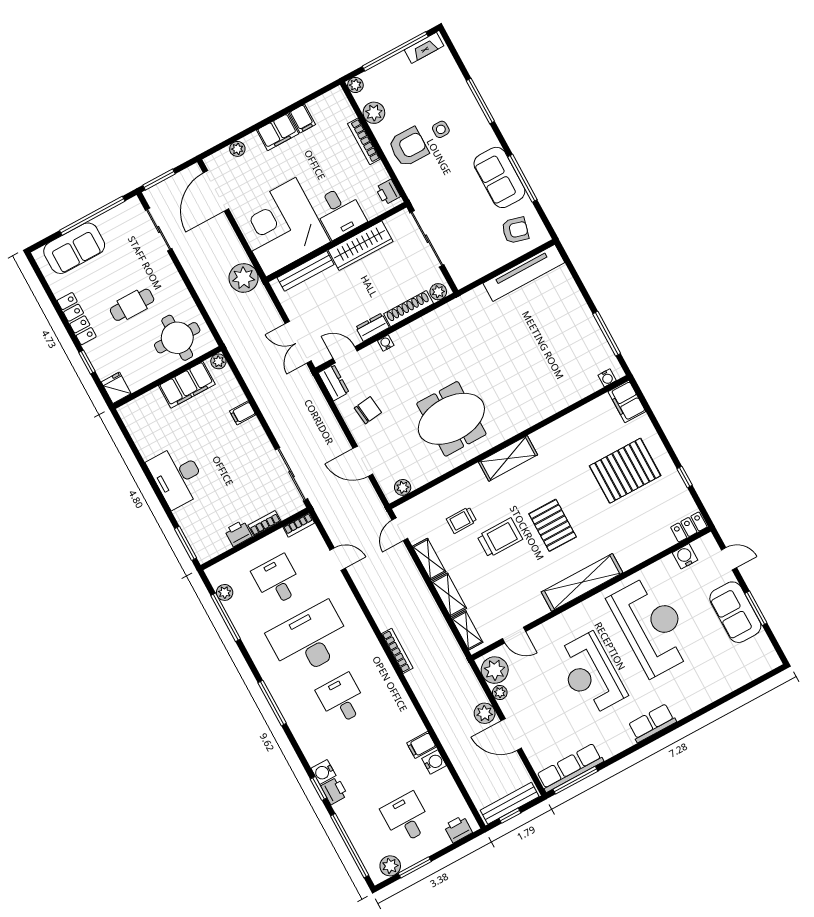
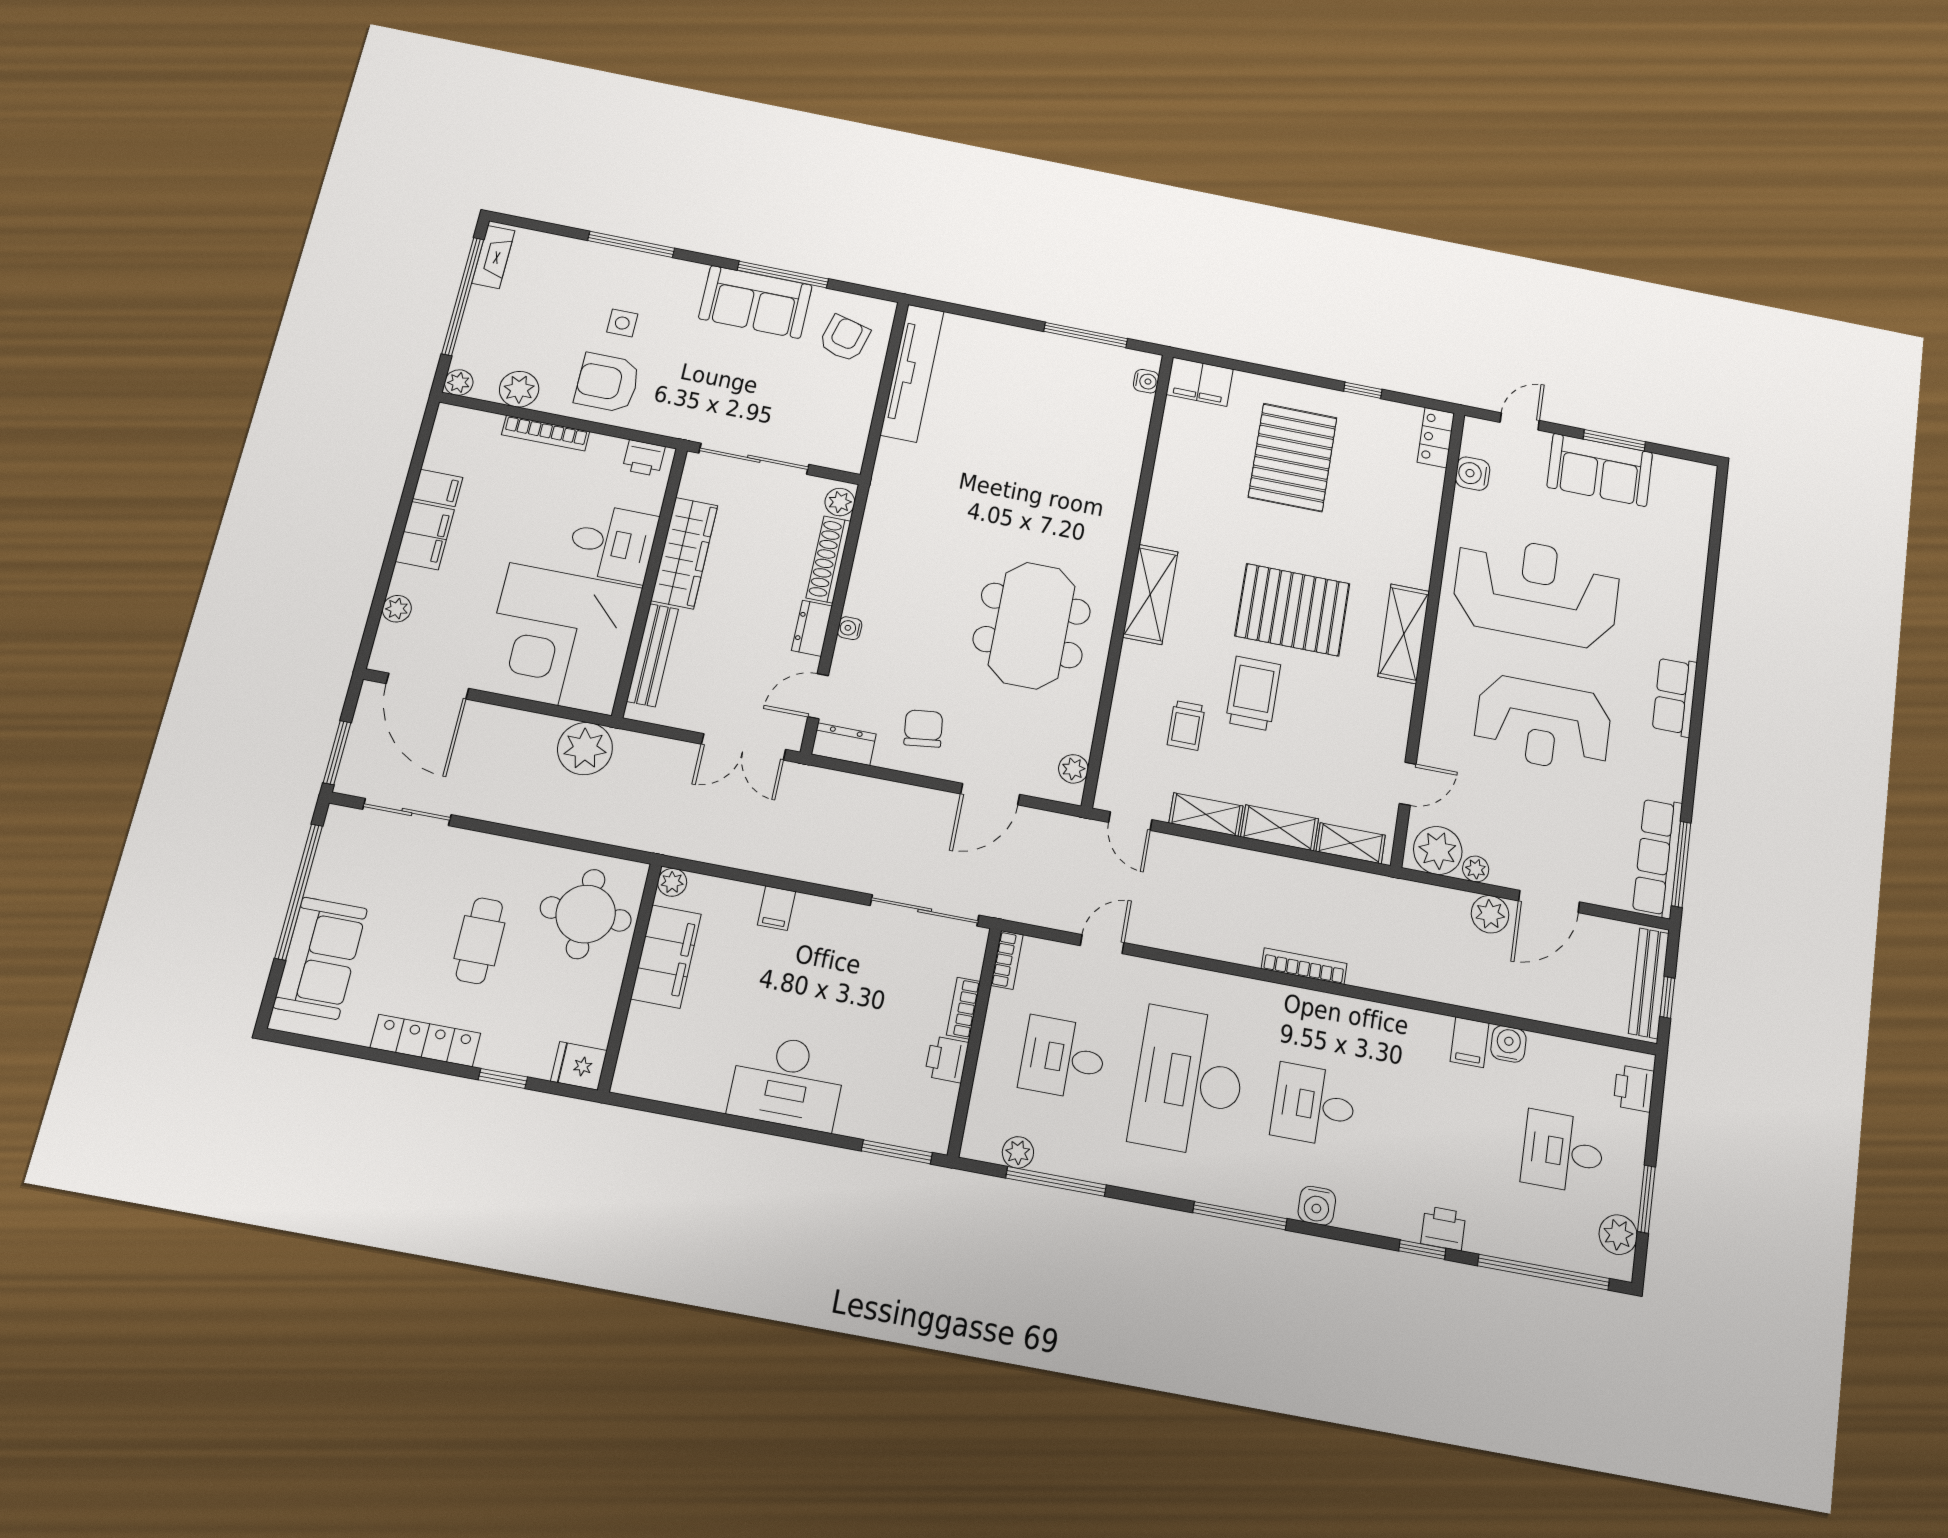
armchair: (408, 147) -> (607, 383), turned -90
pallet: (553, 525) -> (1292, 610), width x1.37, depth x1.41
shelving: (582, 582) -> (1404, 634), width x0.68
water cooler: (323, 772) -> (1317, 1206), moved

